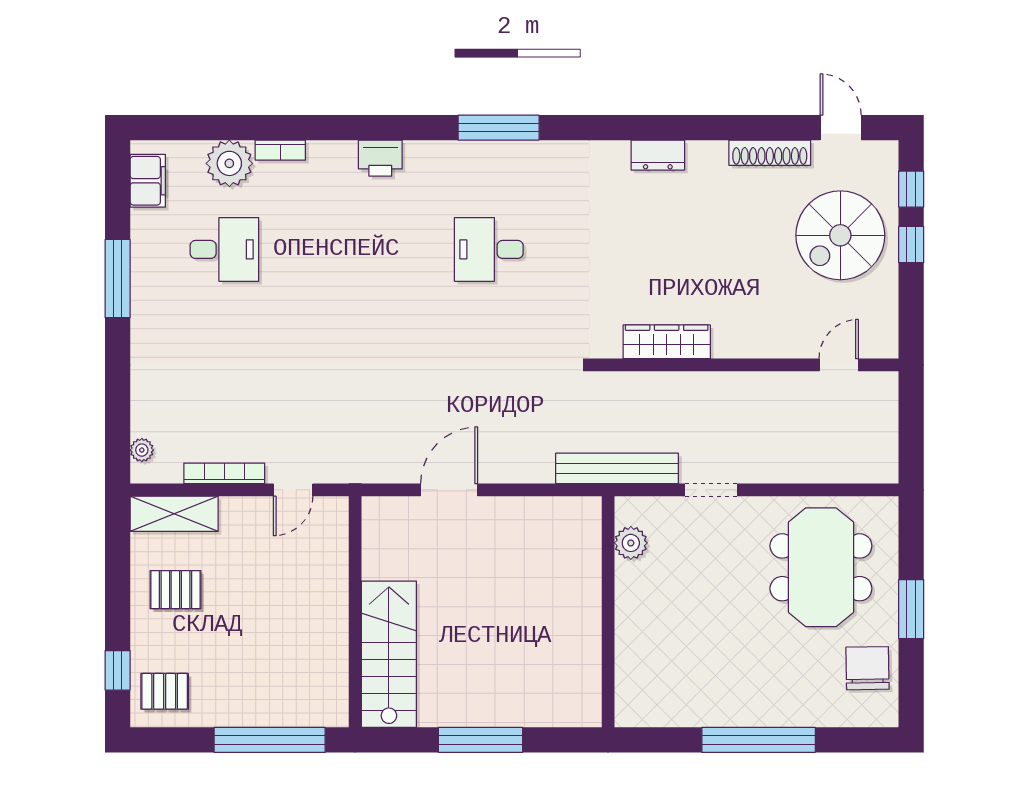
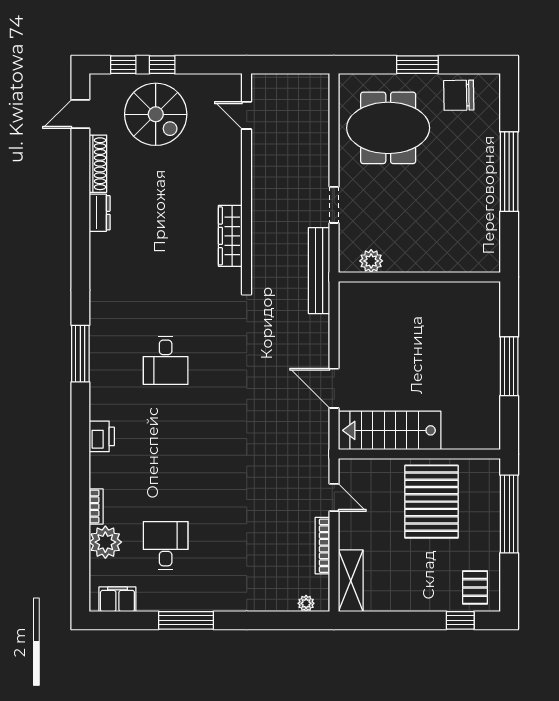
dresser: (658, 155) -> (100, 213), moved
pallet: (175, 590) -> (432, 502), moved, width x2.05, depth x2.00
stairs: (389, 654) -> (390, 430), moved

